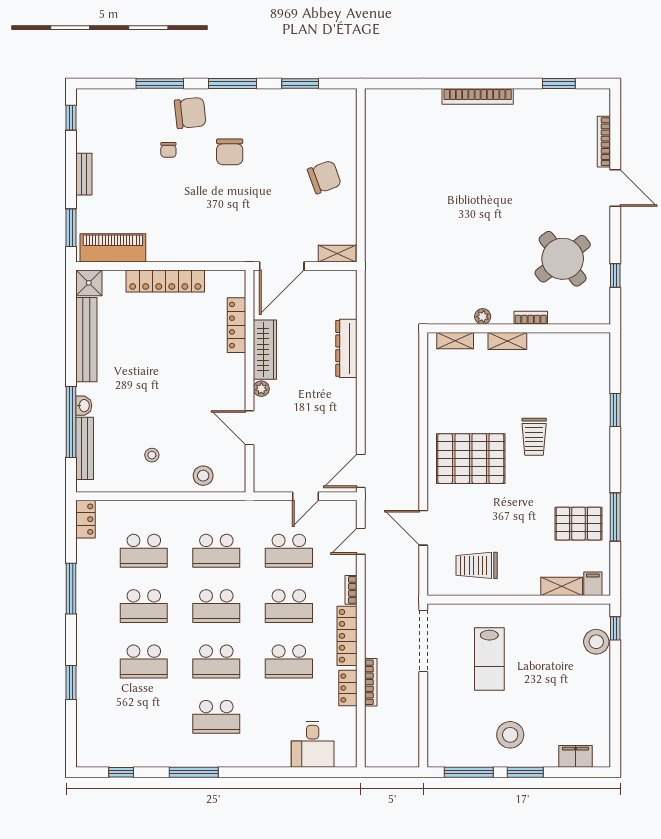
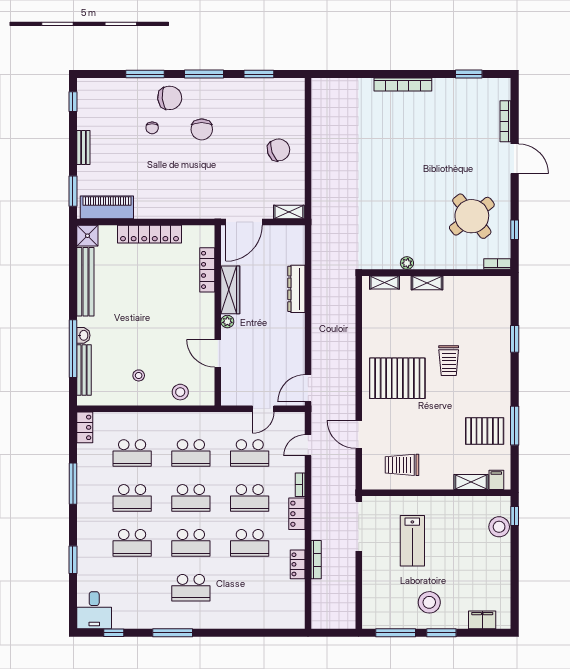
bookcase: (531, 318) -> (497, 264), moved
locker: (347, 636) -> (297, 514), width x0.66
desk: (313, 745) -> (94, 610), moved

